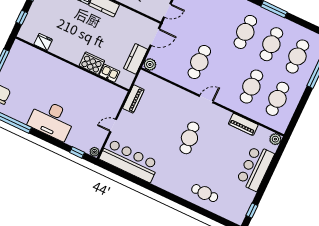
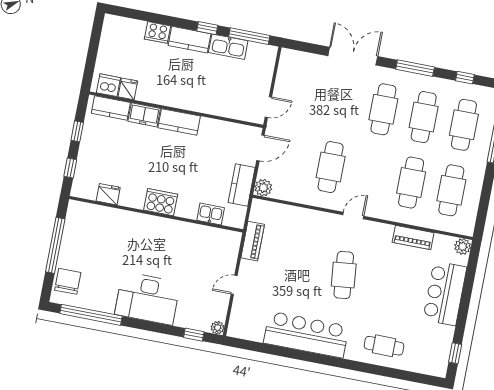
window: (306, 24) -> (465, 78), added
cooker: (92, 63) -> (161, 202), moved
bar counter: (129, 161) -> (306, 335), moved

